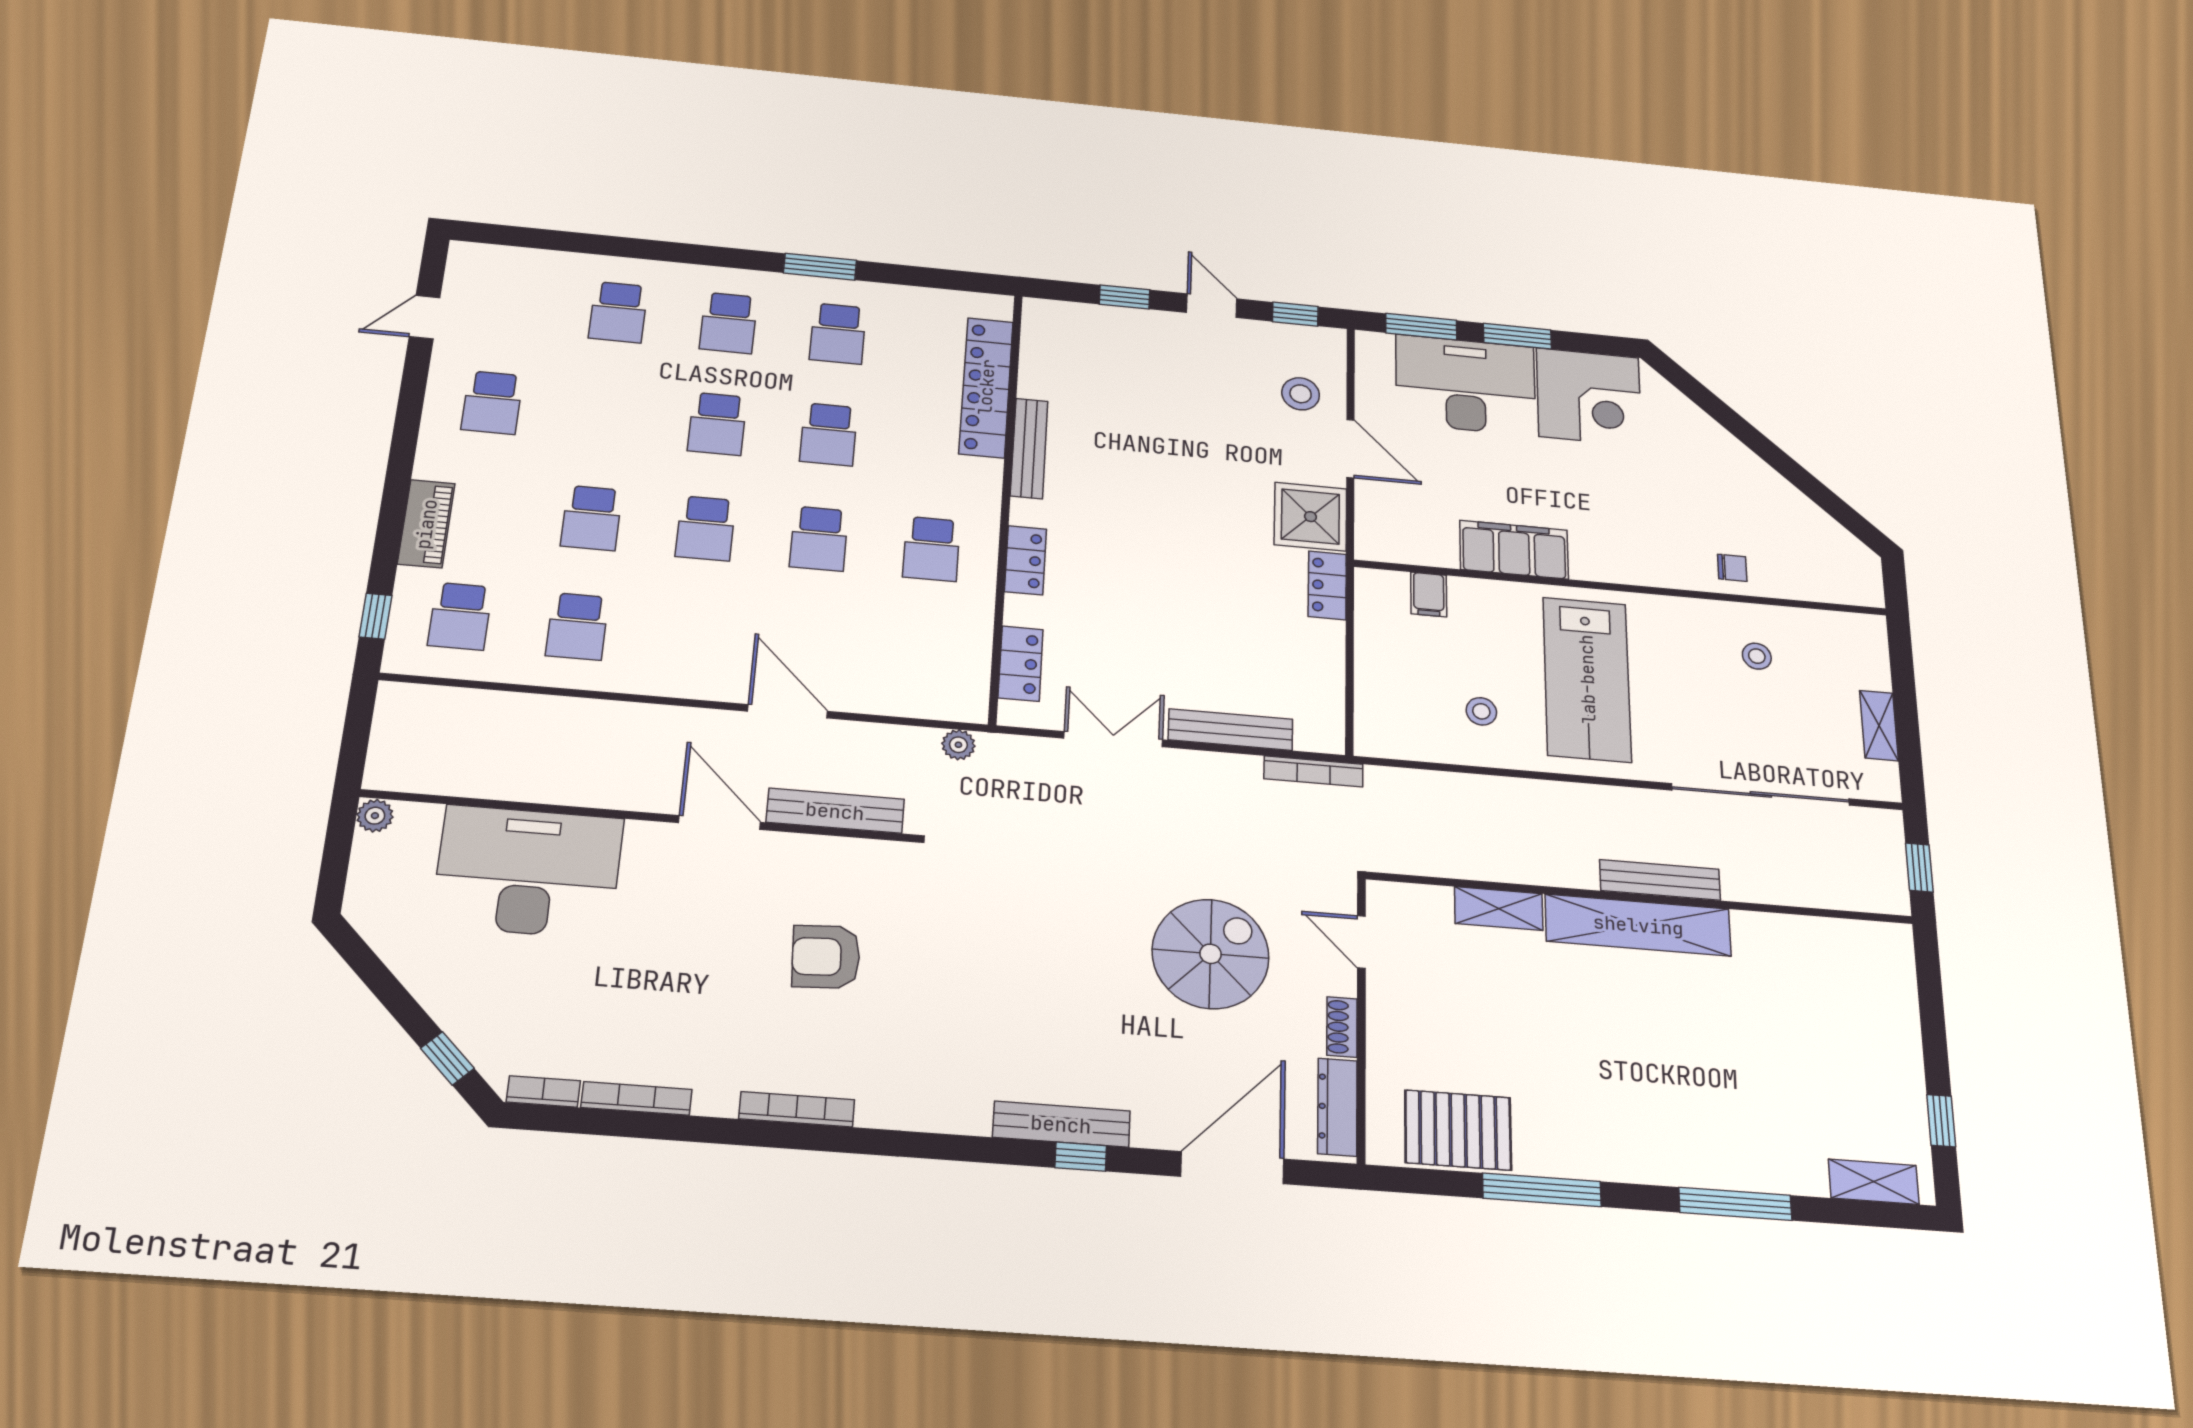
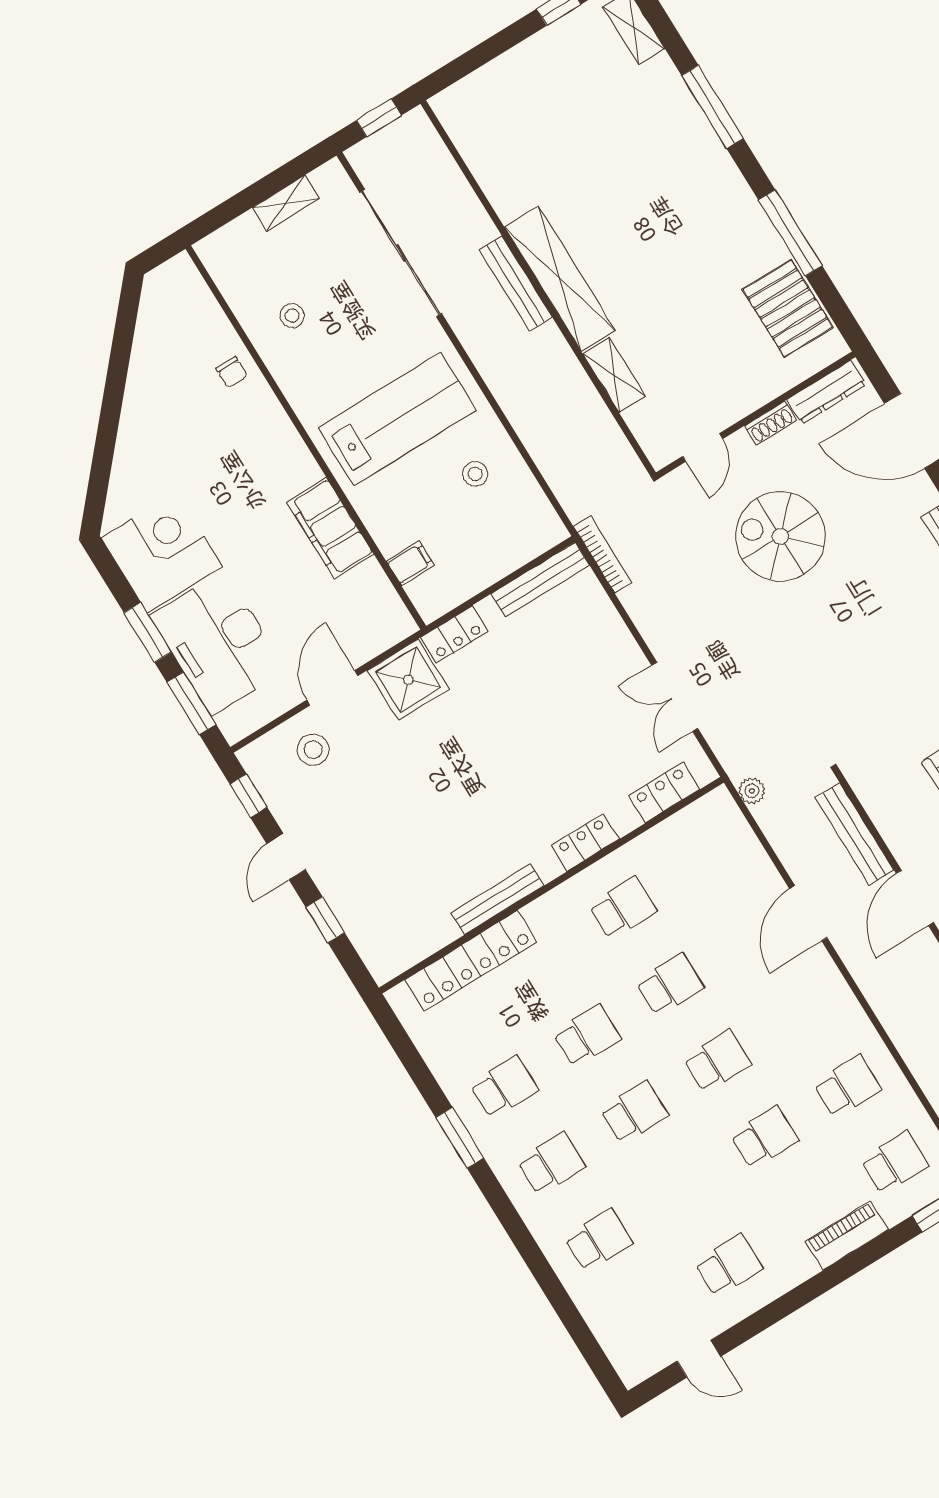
chair: (1732, 568) -> (232, 372), turned 180
bench: (1231, 730) -> (540, 579), moved, turned 90

